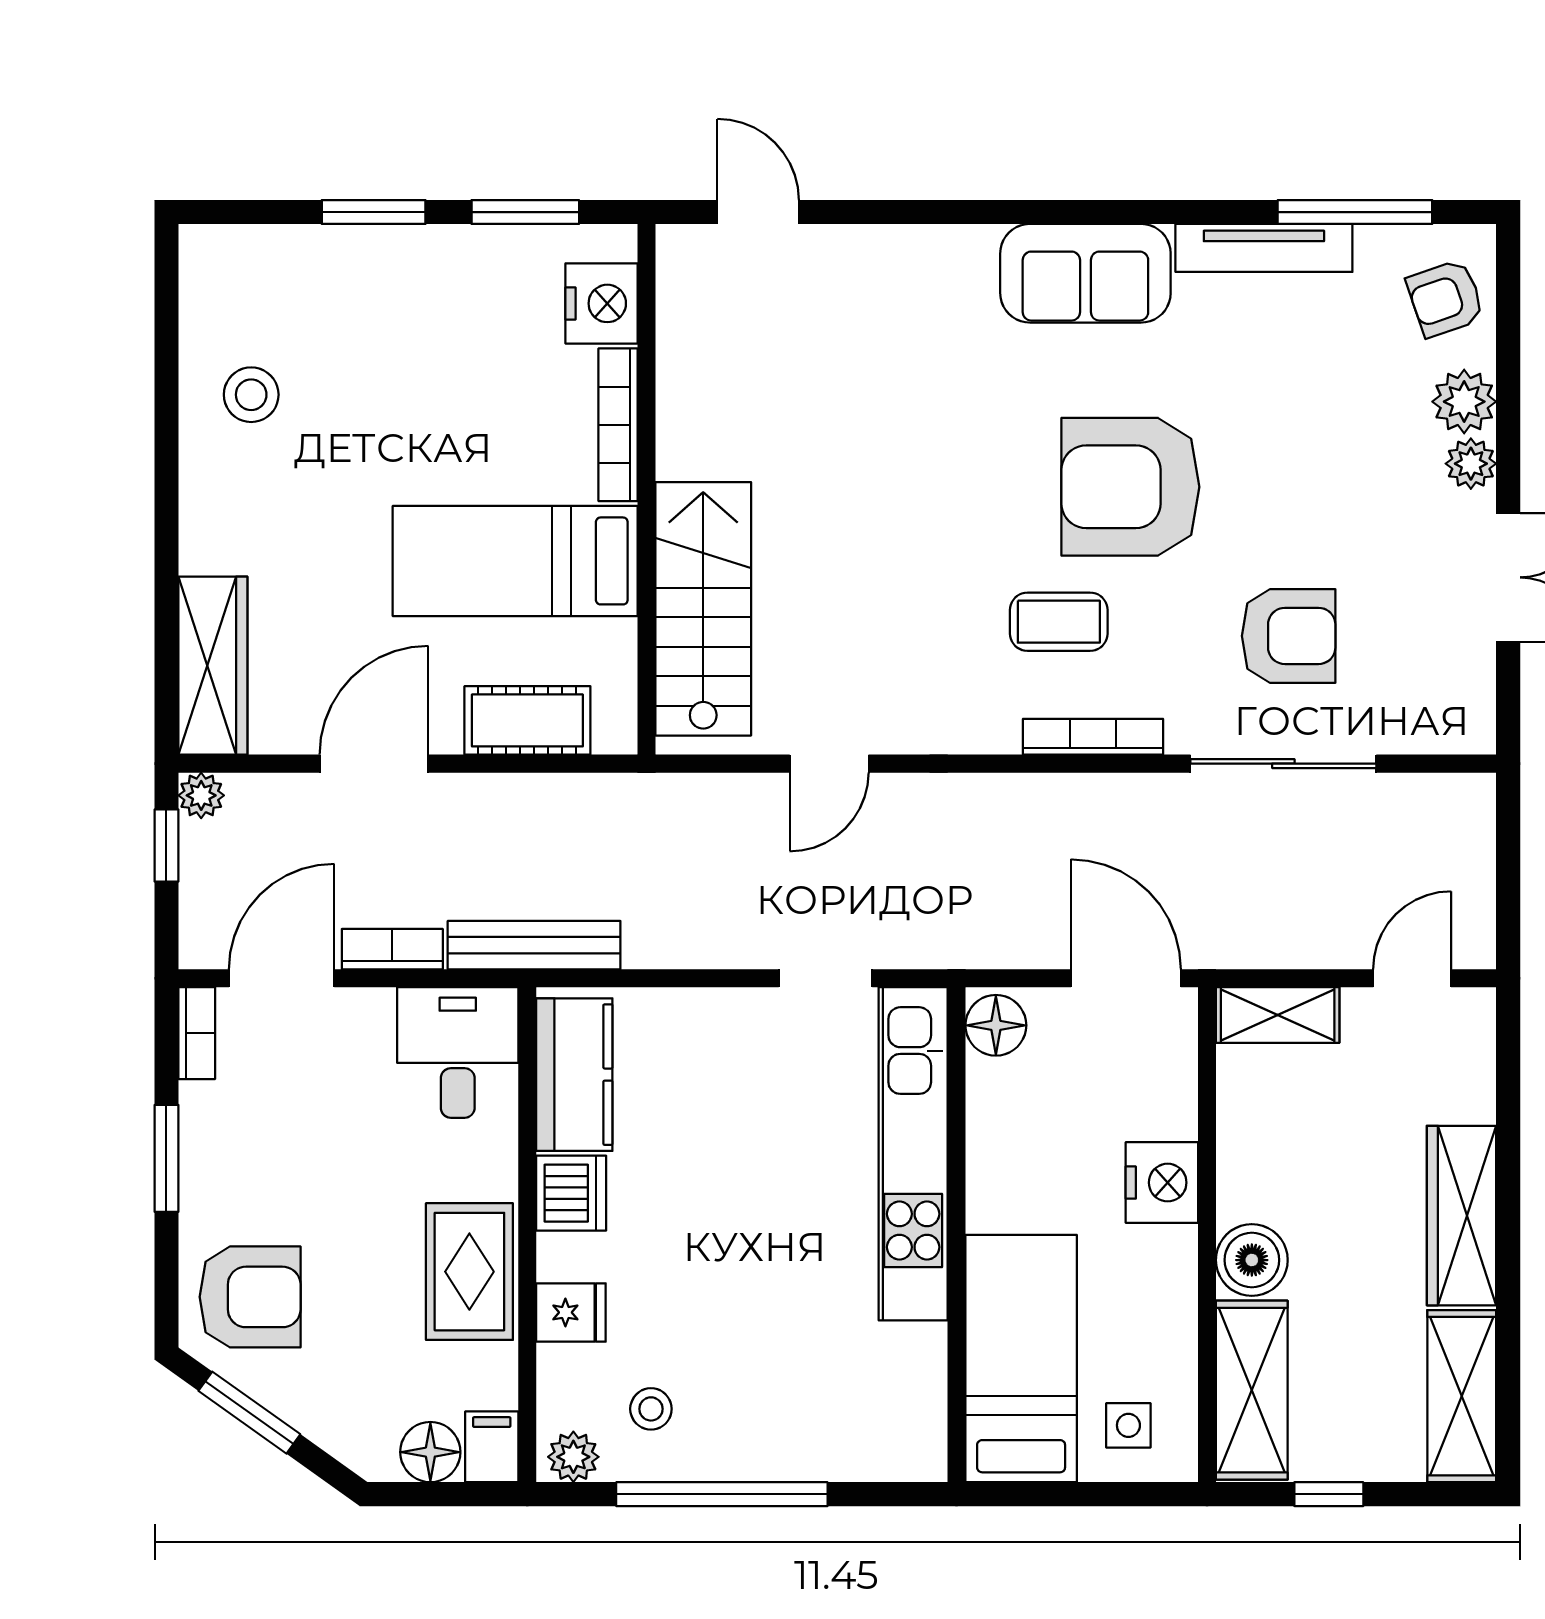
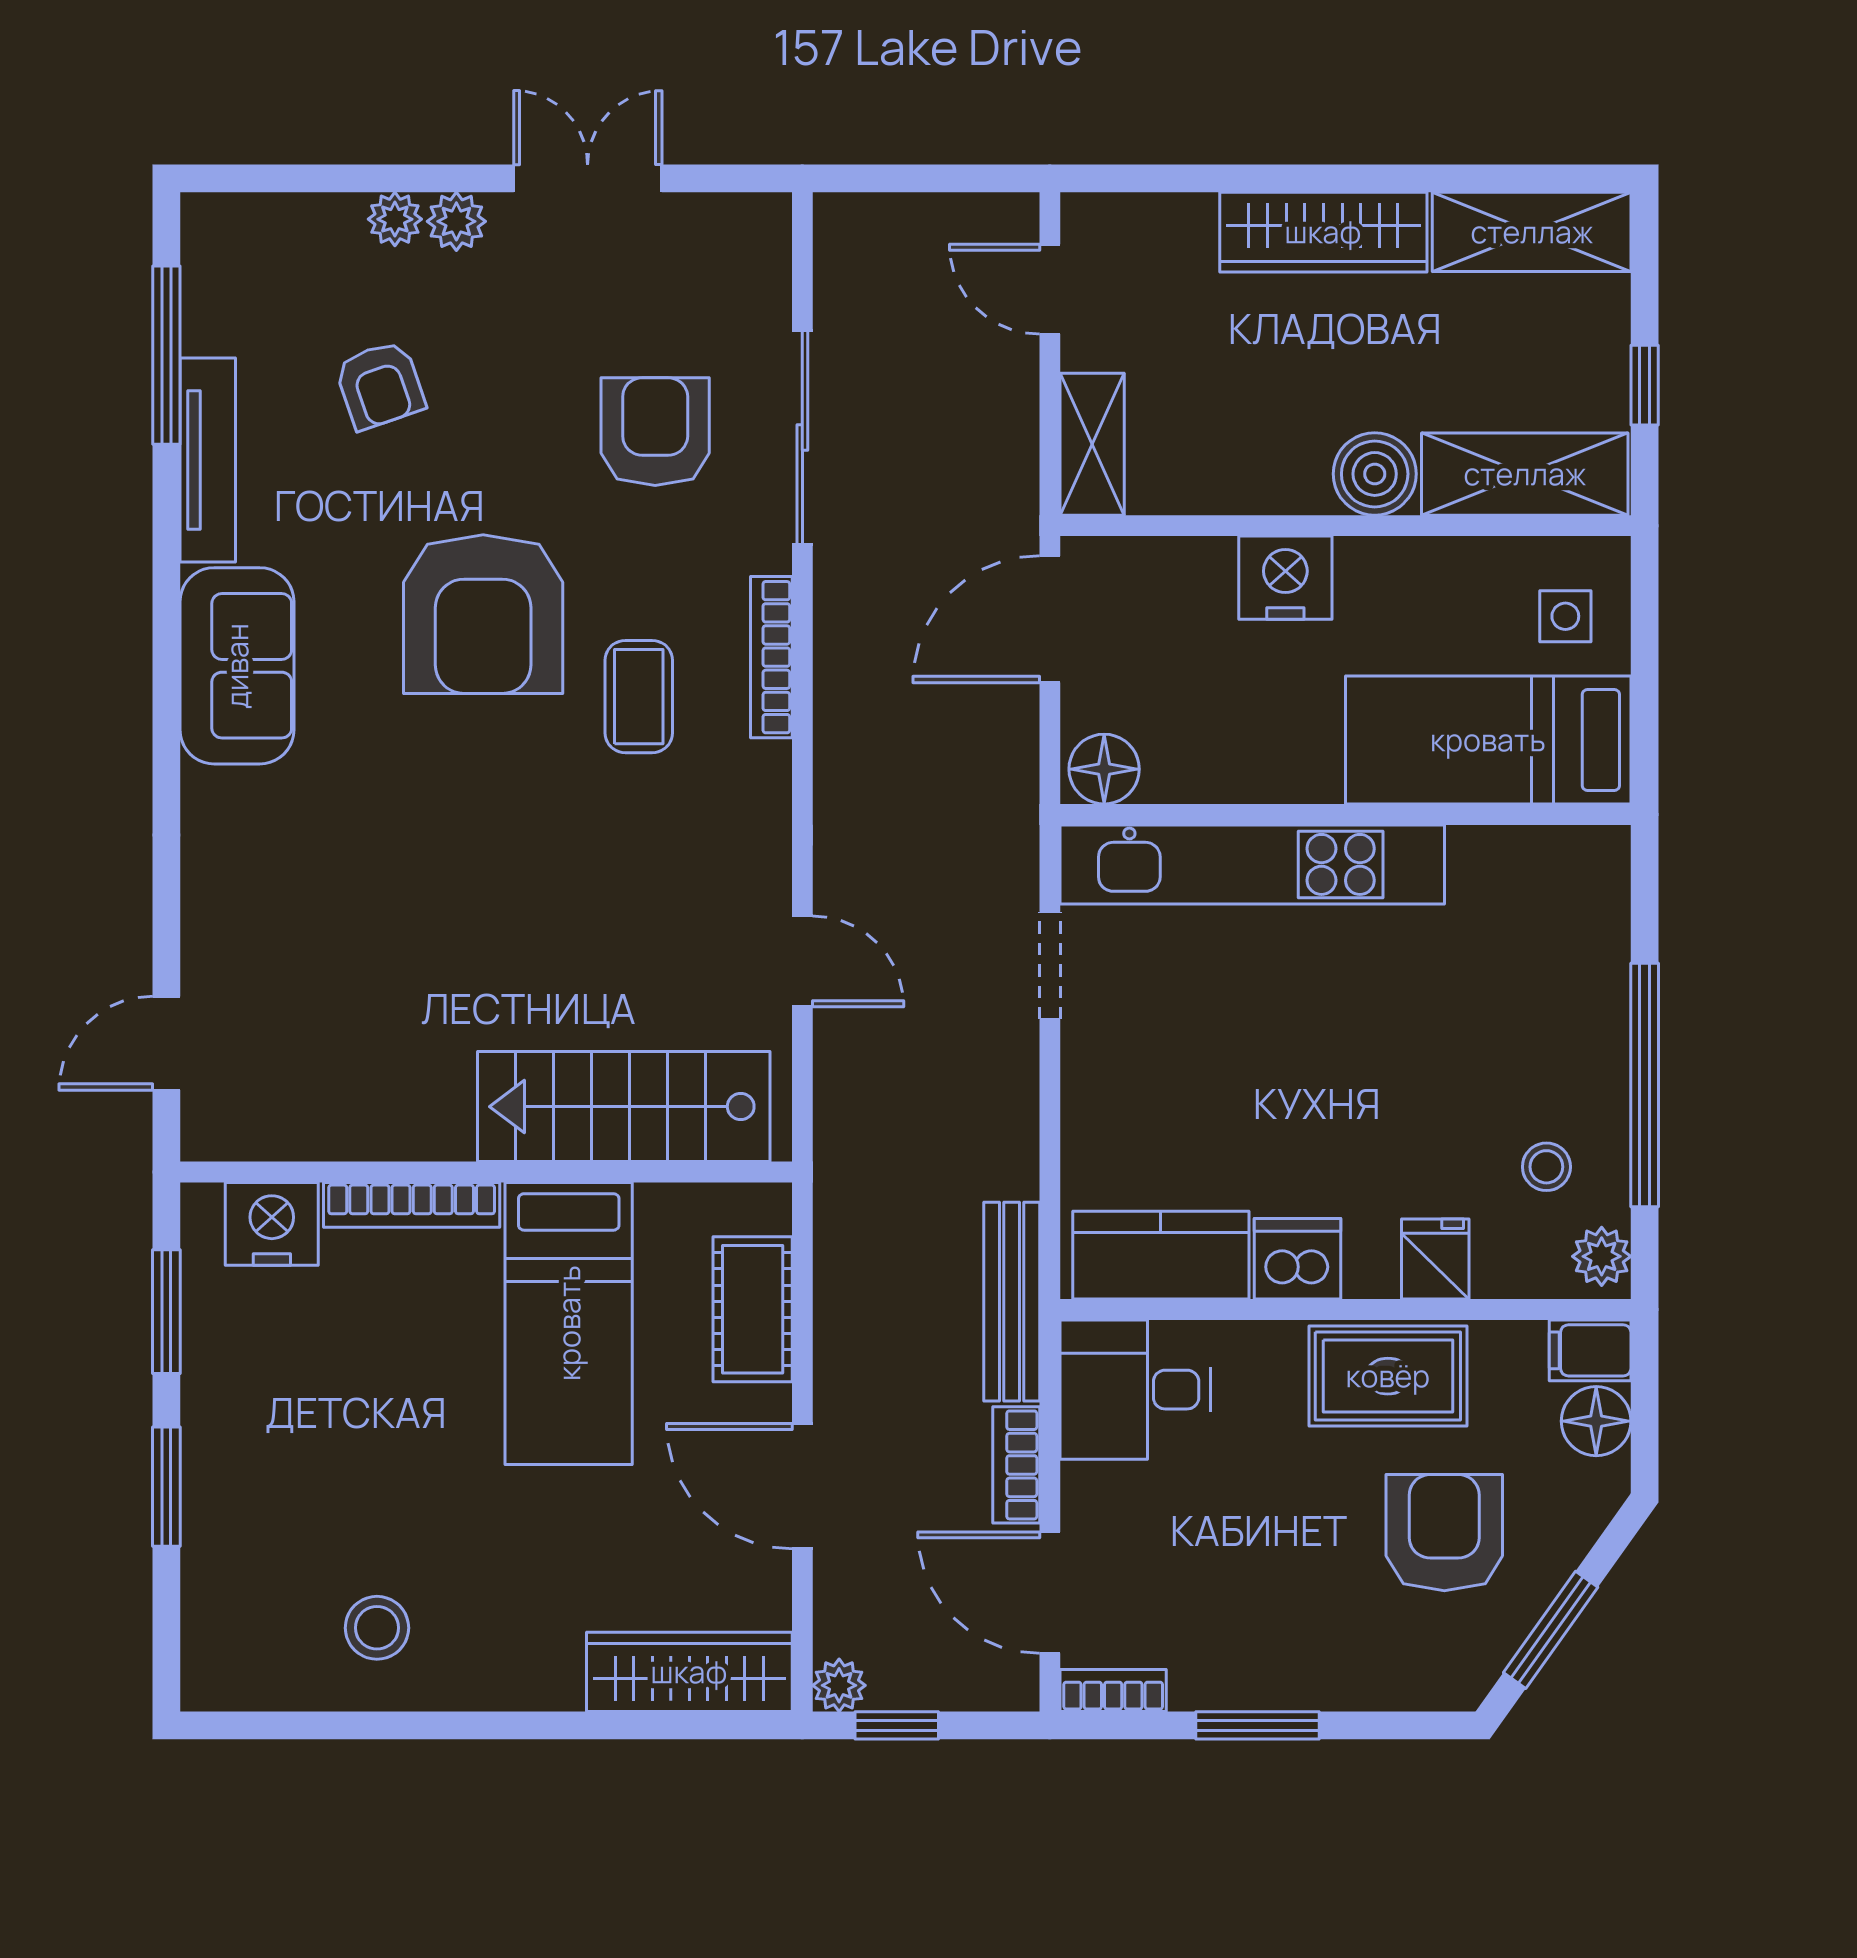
armchair: (1445, 298) -> (380, 385), moved
plant: (1464, 402) -> (395, 219), width x0.73, depth x0.73
armchair: (250, 1297) -> (1444, 1533), moved

